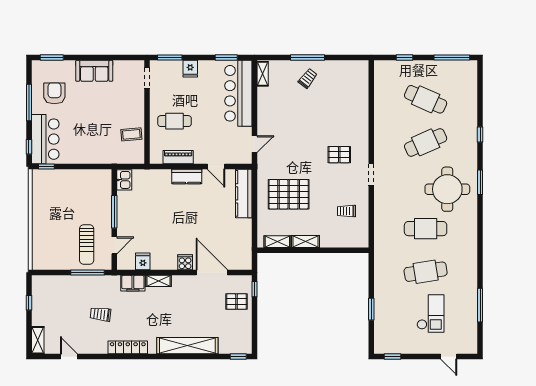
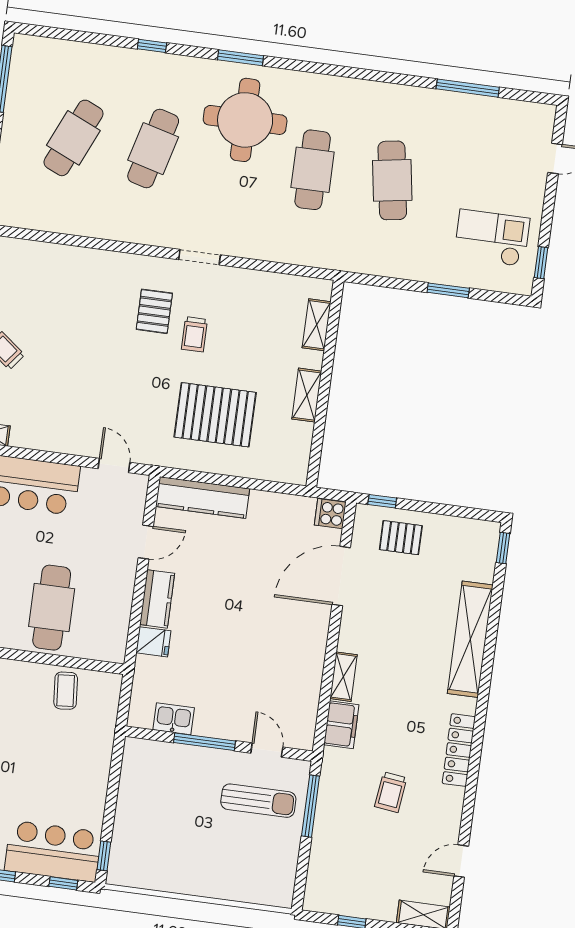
cafe table: (175, 121) -> (52, 608), width x1.37, depth x1.35
cafe table: (426, 142) -> (153, 149), turned 39
piano: (178, 157) -> (119, 610), removed
kitchen sink: (124, 180) -> (174, 719), moved
pallet: (289, 194) -> (215, 415), turned 90
trolley: (346, 211) -> (194, 334), moved
shelving: (277, 242) -> (317, 325), moved
fridge: (143, 261) -> (153, 642), moved, turned 180
cooker: (185, 262) -> (330, 514), moved
pallet: (236, 302) -> (401, 538), turned 90
checkout: (430, 313) -> (492, 238), moved

